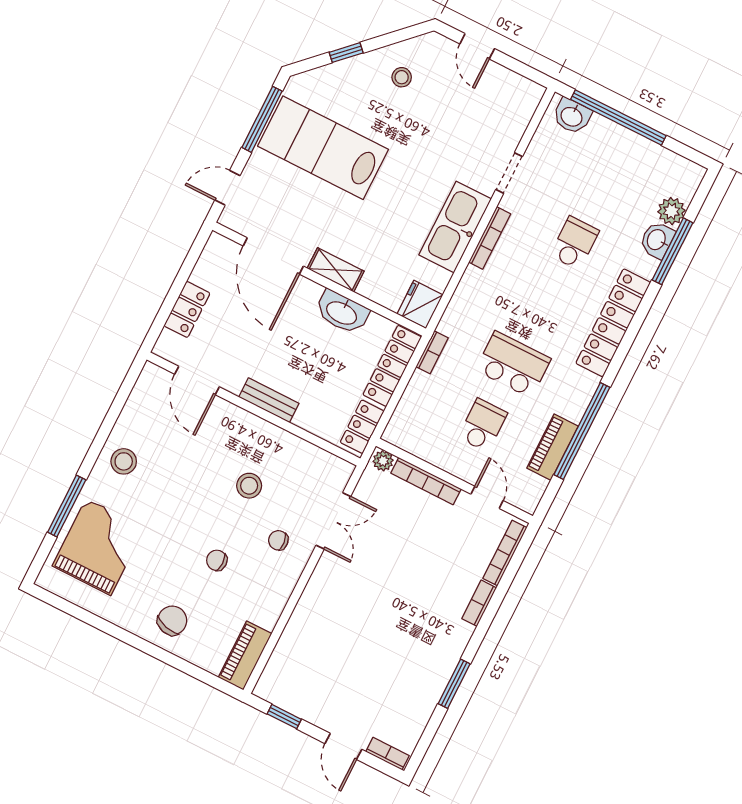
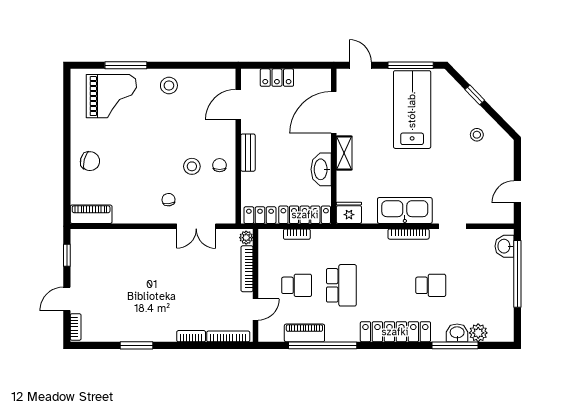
door: (477, 46) -> (517, 192), moved
bookcase: (432, 352) -> (297, 234), moved
chair: (217, 560) -> (220, 165), moved

